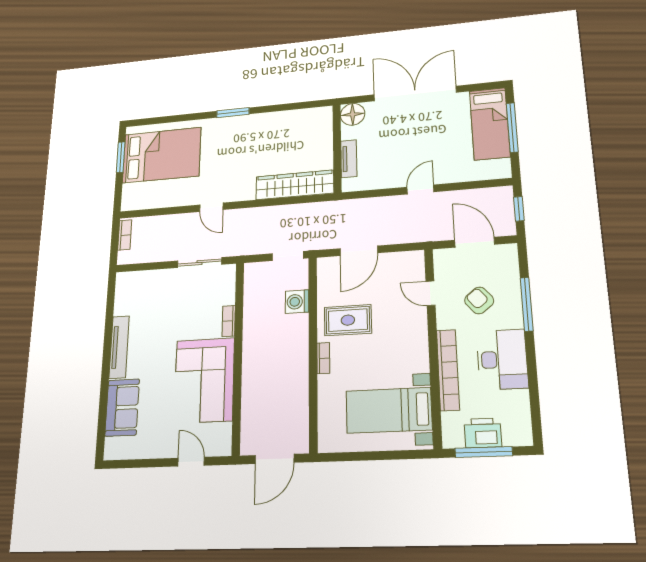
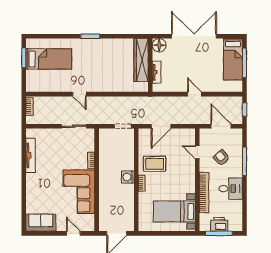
bed: (162, 155) -> (49, 59), width x0.67
wardrobe: (295, 185) -> (141, 60), moved, turned -90
door: (420, 189) -> (195, 94), hinge flipped
washing machine: (297, 302) -> (128, 177), moved
tv unit: (119, 347) -> (31, 155), moved
desk: (502, 359) -> (231, 189), width x0.73
sofa: (122, 407) -> (41, 223), moved, turned -90

